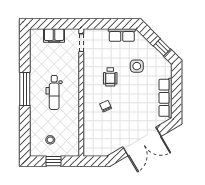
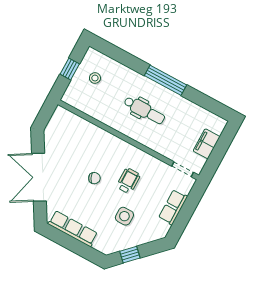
row of seats: (122, 35) -> (173, 207), moved
wheelchair: (110, 77) -> (128, 181), turned 90
dental chair: (54, 92) -> (144, 110), turned 180
chair: (106, 106) -> (94, 178), moved

